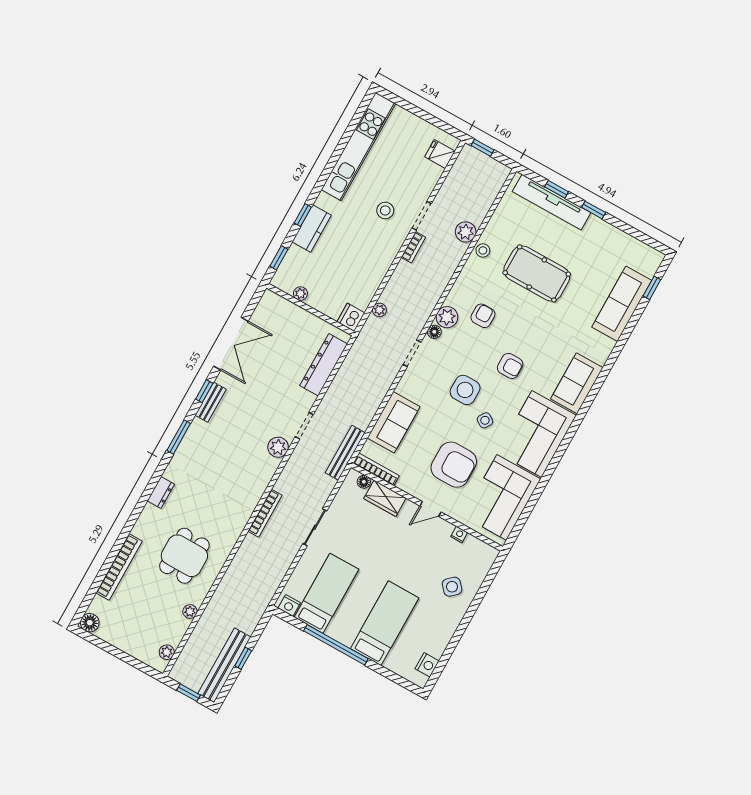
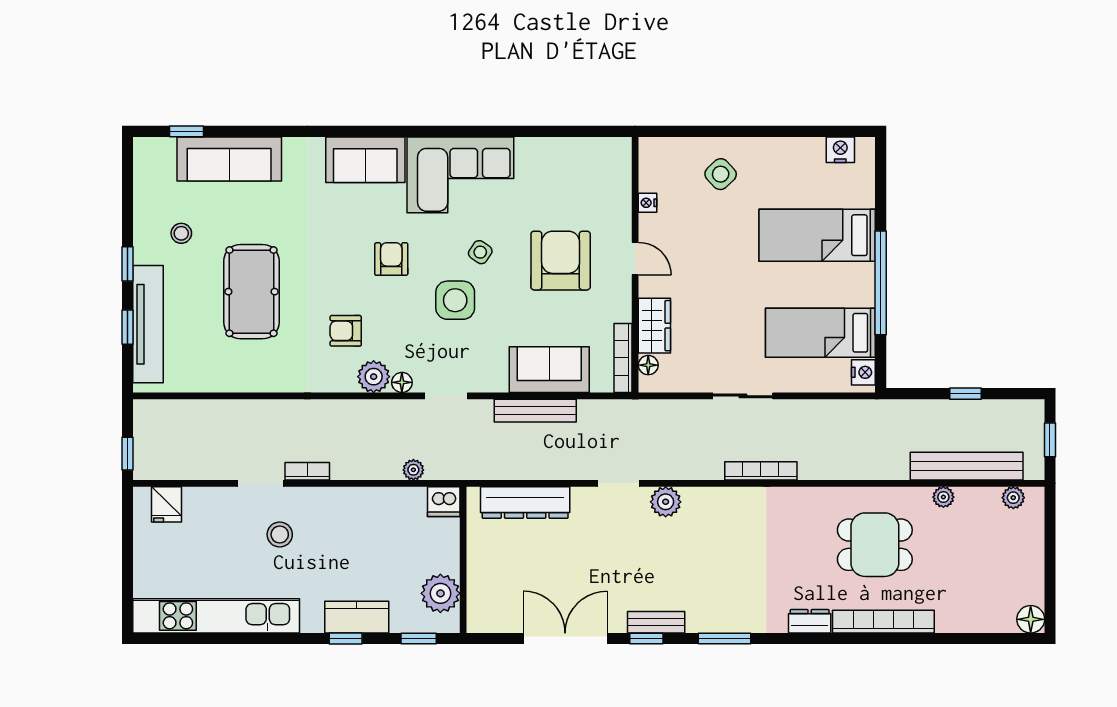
plant: (466, 232) -> (249, 414), removed
stool: (483, 250) -> (181, 233), moved
plant: (300, 294) -> (440, 593), width x1.88, depth x1.88
bench: (345, 453) -> (535, 411), moved
corner sofa: (502, 497) -> (568, 174), removed
bookcase: (119, 567) -> (883, 622), moved
bench: (224, 665) -> (967, 466), moved

